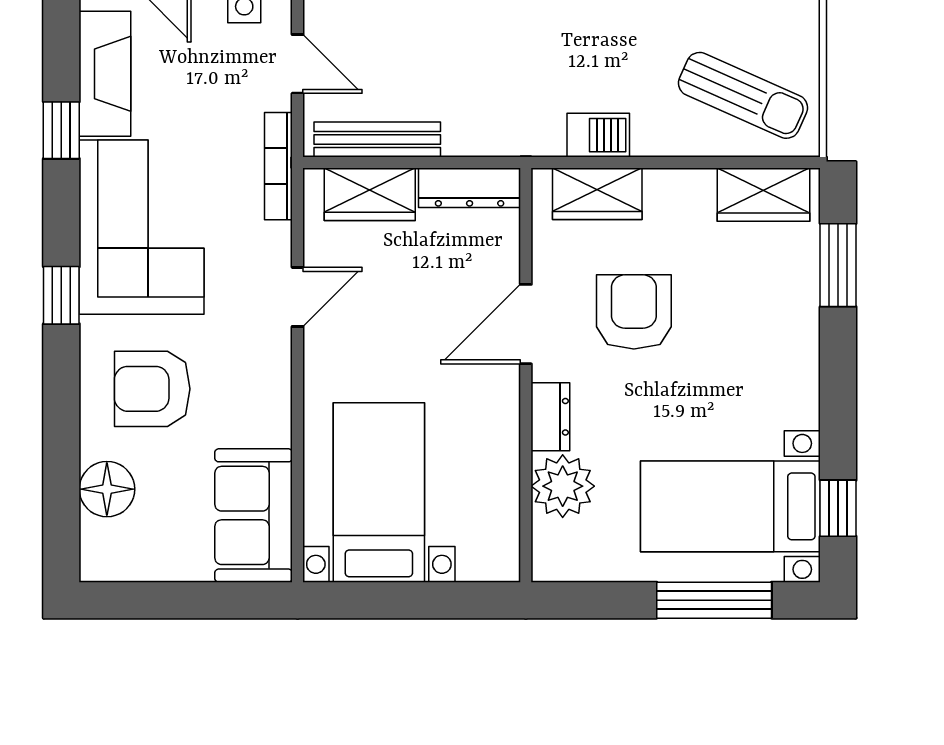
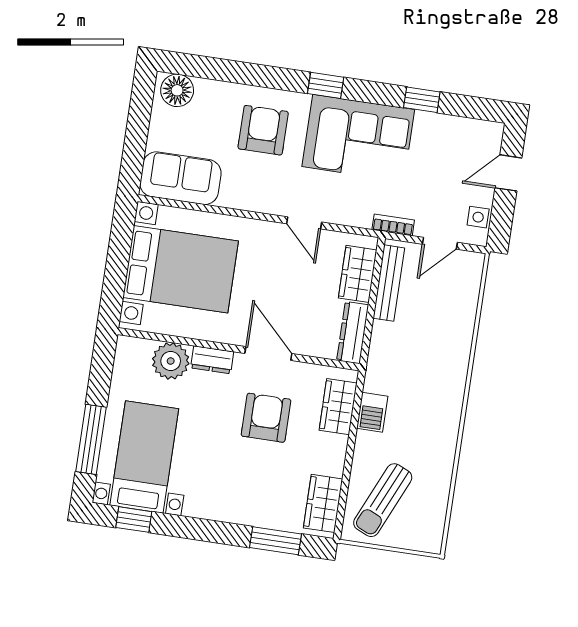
fireplace: (105, 74) -> (451, 130), removed
bookcase: (278, 166) -> (393, 225), width x0.64
armchair: (634, 312) -> (266, 418), turned -90
floor lamp: (107, 489) -> (177, 90), moved
bed with nightstands: (379, 492) -> (181, 269), width x1.36

